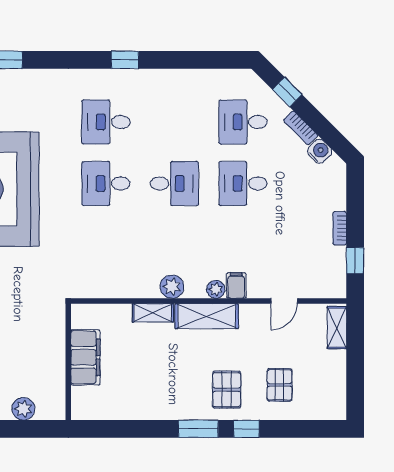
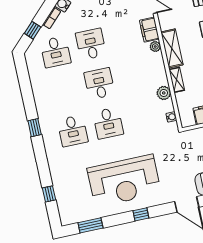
desk: (243, 183) -> (91, 44), turned 180
filing cabinet: (236, 285) -> (149, 30), width x2.00
plant: (172, 287) -> (164, 93), moved
water cooler: (93, 291) -> (171, 117), added

